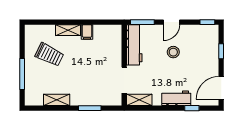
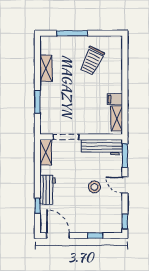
shelving: (68, 30) -> (117, 118), moved

